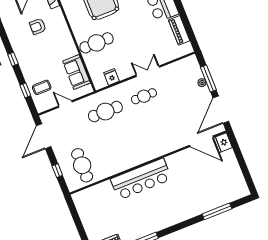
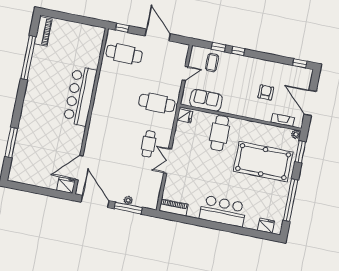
piano: (179, 30) -> (173, 207), moved
window: (13, 59) -> (238, 51), moved
double door: (148, 71) -> (168, 161), swing flipped
fridge: (112, 77) -> (185, 116), moved
cafe table: (105, 112) -> (157, 103), turned 90
door: (44, 136) -> (158, 35), moved
window: (57, 171) -> (122, 28), moved

